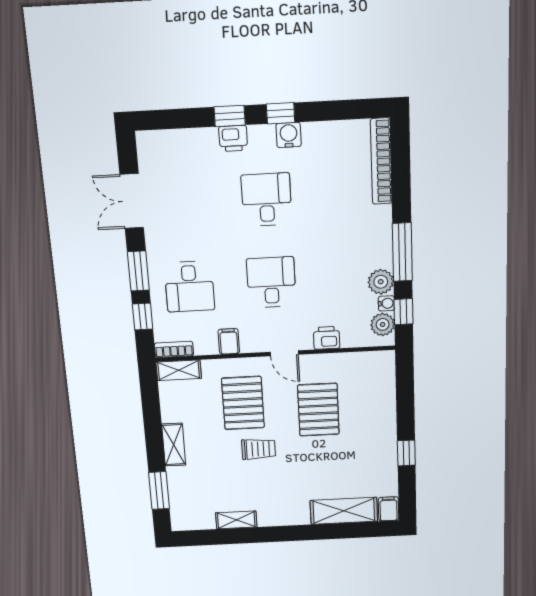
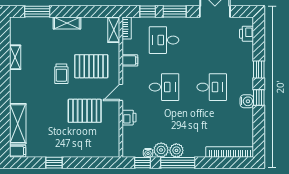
printer: (233, 138) -> (247, 34), moved
plant: (383, 324) -> (176, 150), moved

